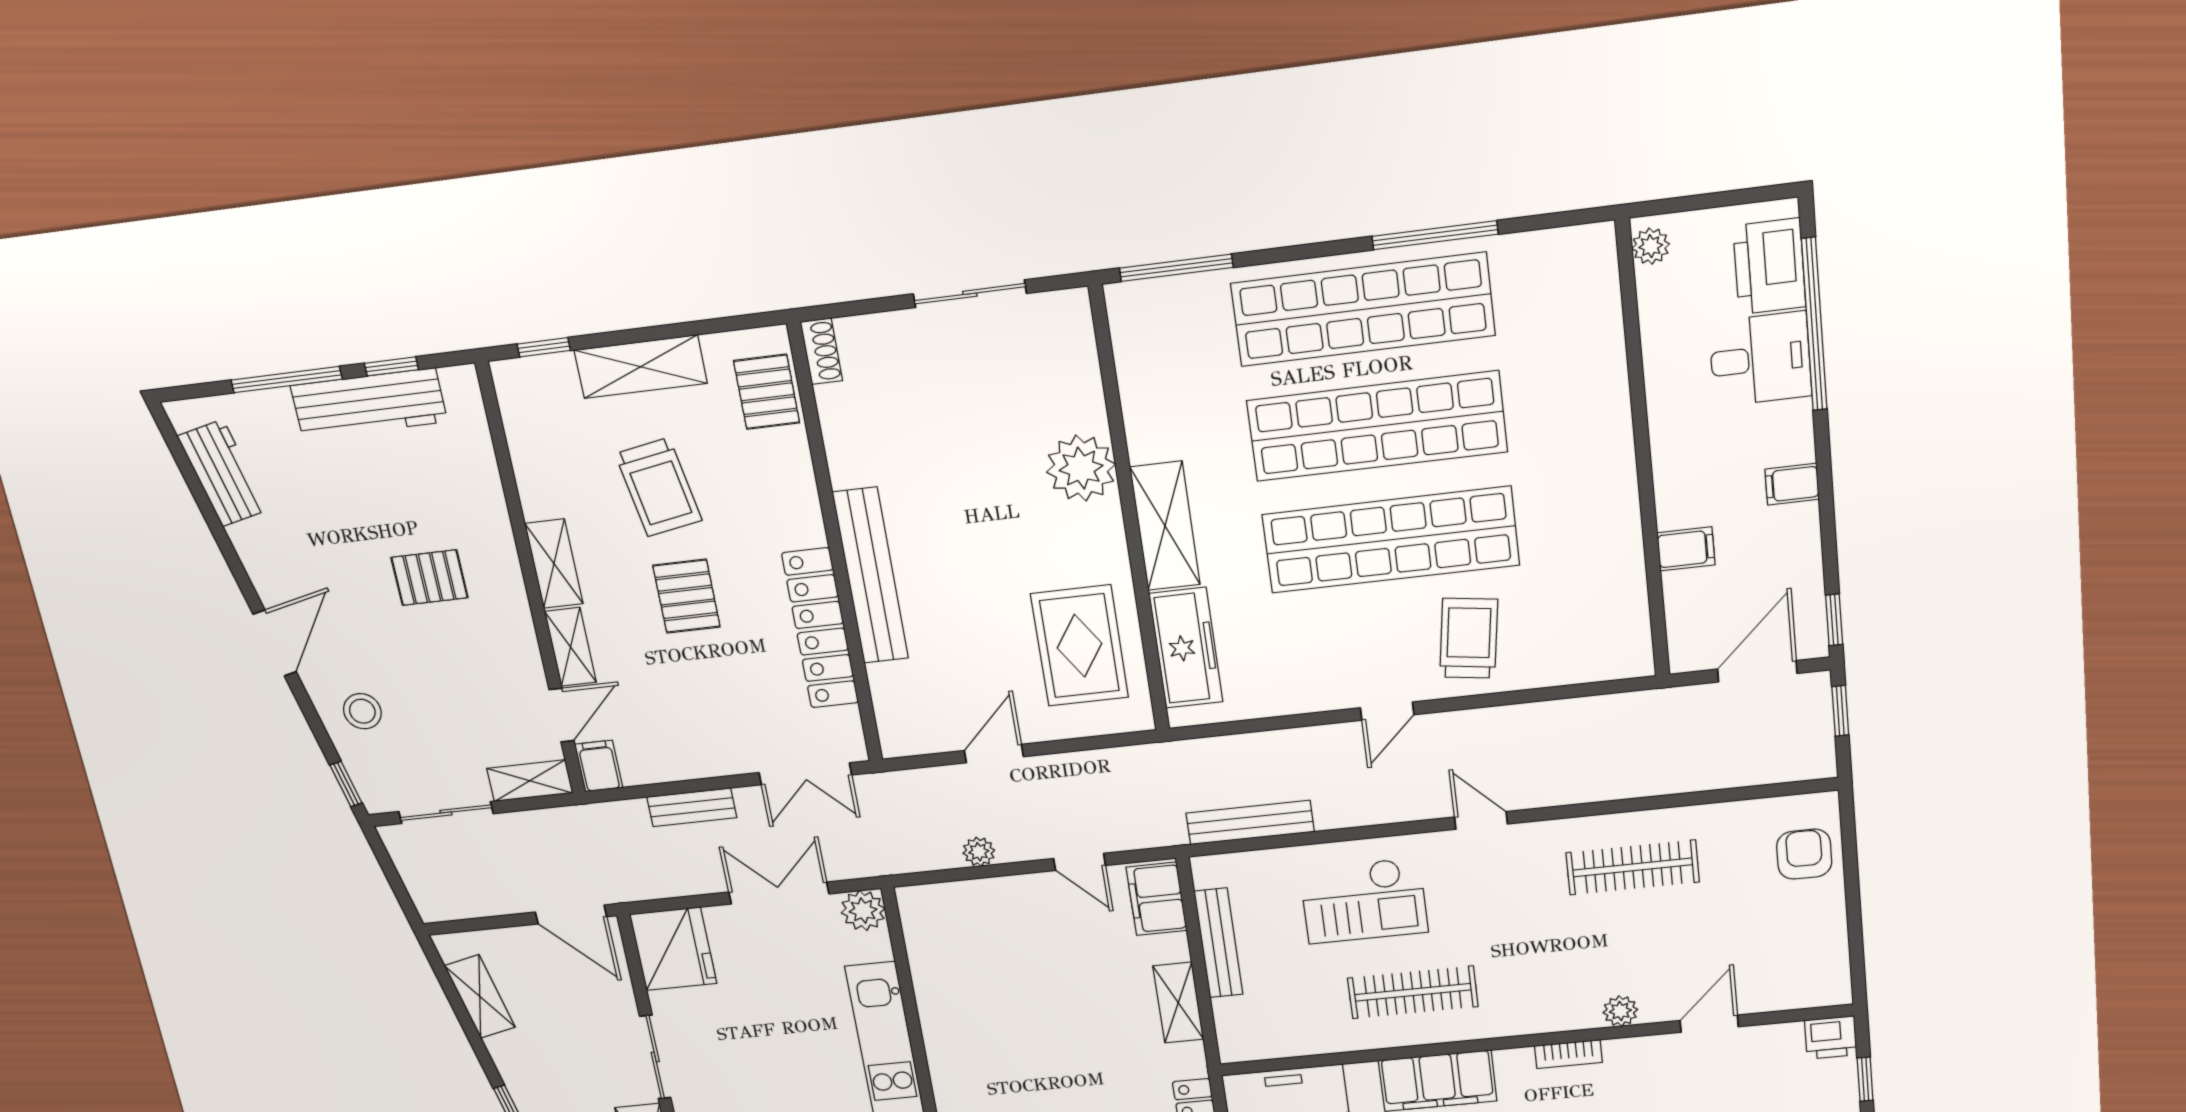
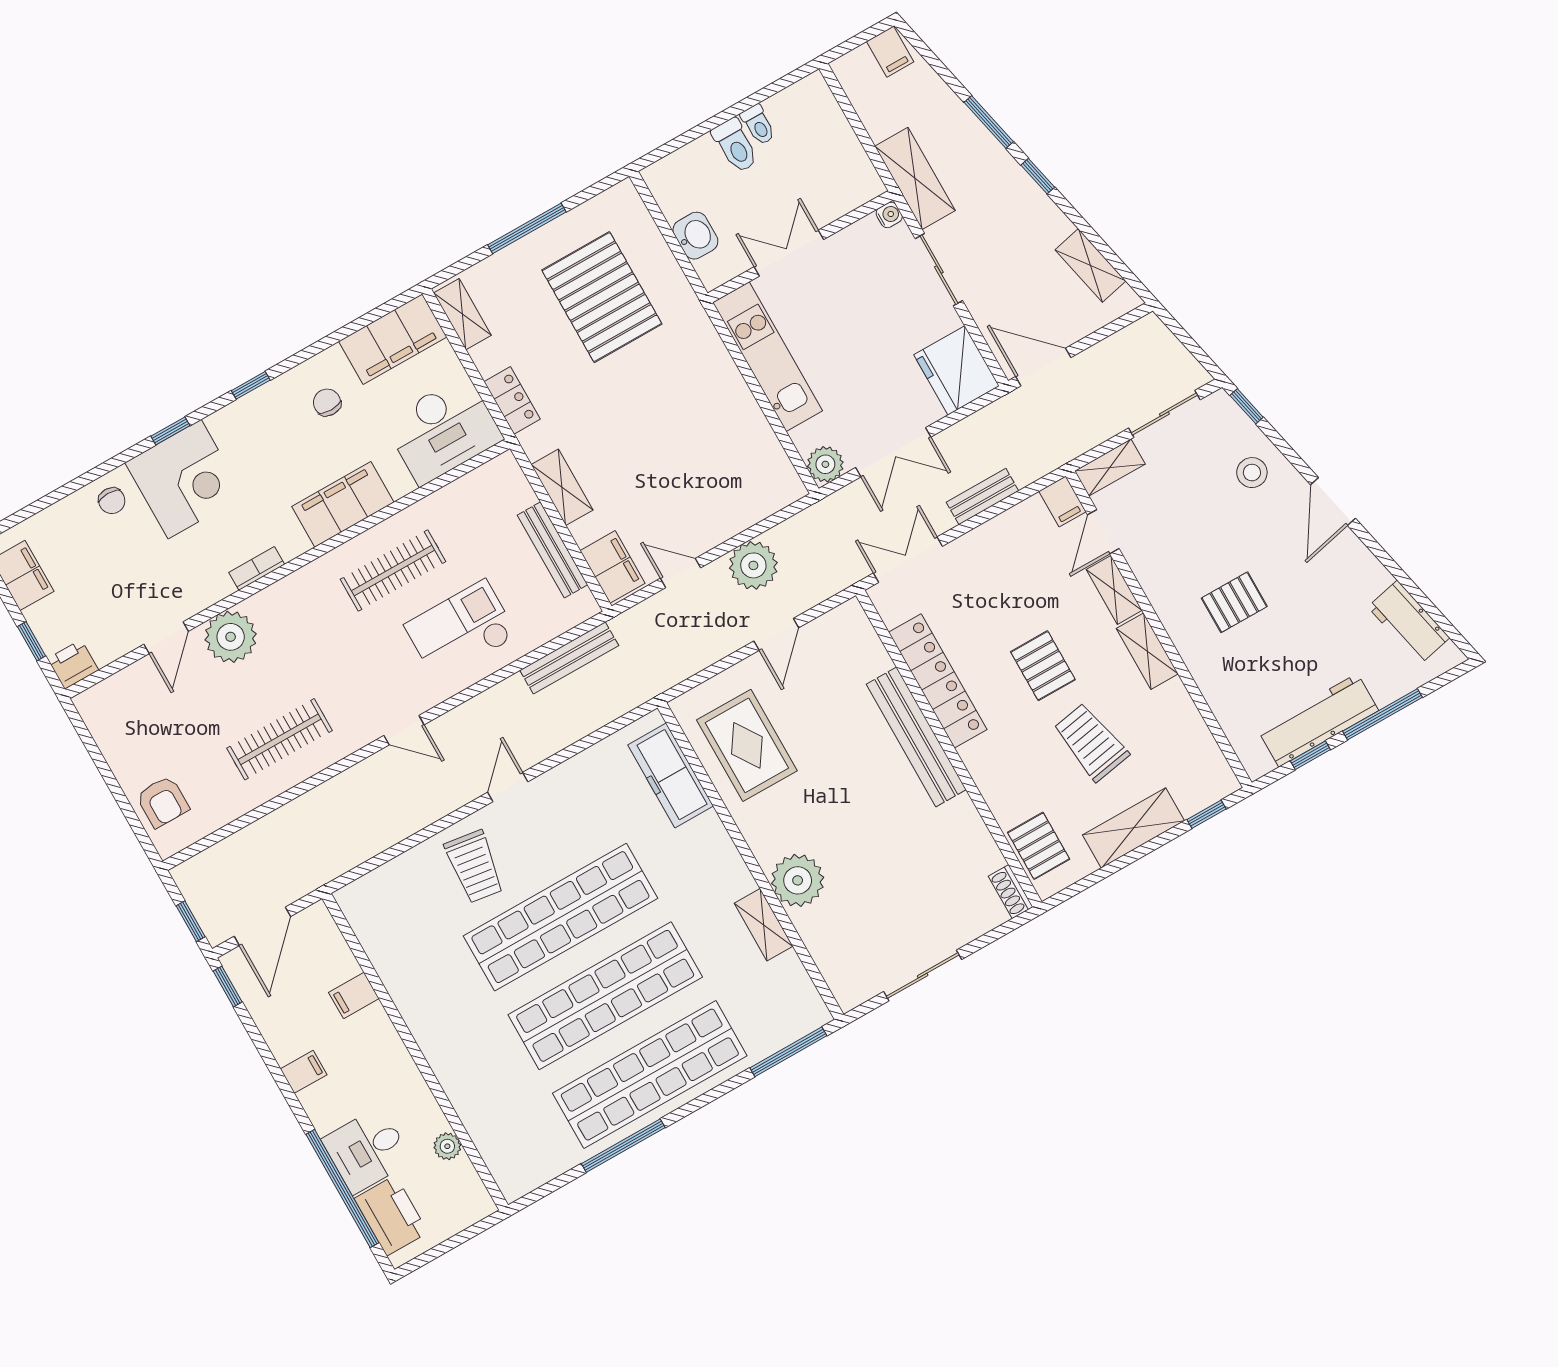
plant: (1651, 246) -> (447, 1146), moved
shelving: (1165, 526) -> (764, 925), moved, width x0.67, depth x0.75
plant: (979, 852) -> (753, 565), width x1.87, depth x1.87
plant: (1620, 1011) -> (231, 637), width x1.88, depth x1.88

